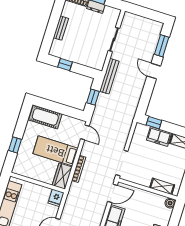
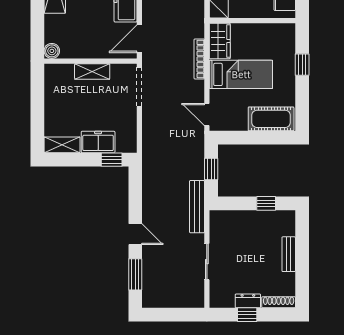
shelving: (162, 186) -> (92, 71), moved

